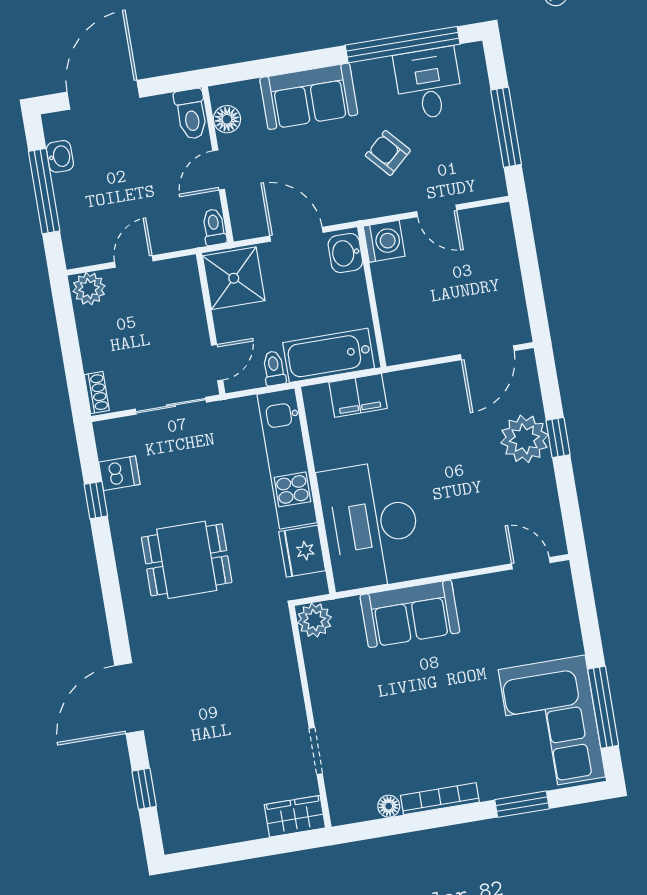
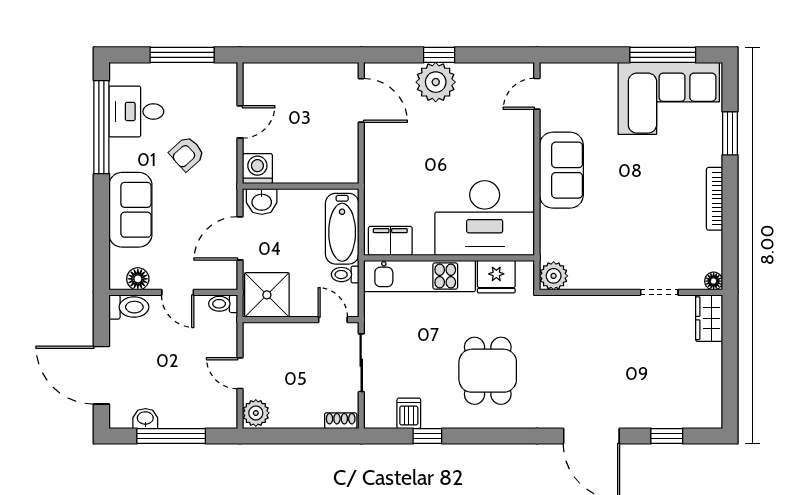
filing cabinet: (358, 395) -> (390, 241), moved, turned -90
sofa: (410, 614) -> (561, 170), moved
floor lamp: (389, 806) -> (714, 281), moved

